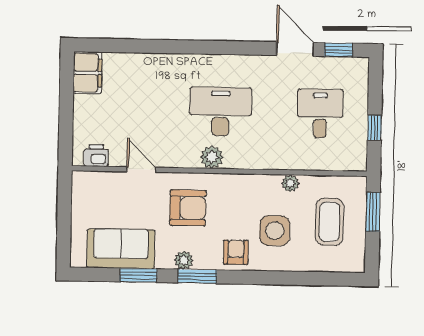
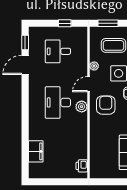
filing cabinet: (88, 73) -> (36, 151), moved, turned 90
door: (141, 169) -> (88, 84), moved
armchair: (188, 208) -> (106, 105), moved

